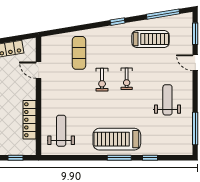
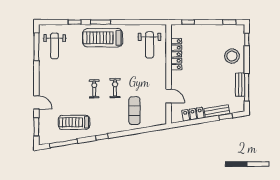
weight bench: (167, 100) -> (55, 46), moved
treadmill: (117, 139) -> (103, 38), turned 180

